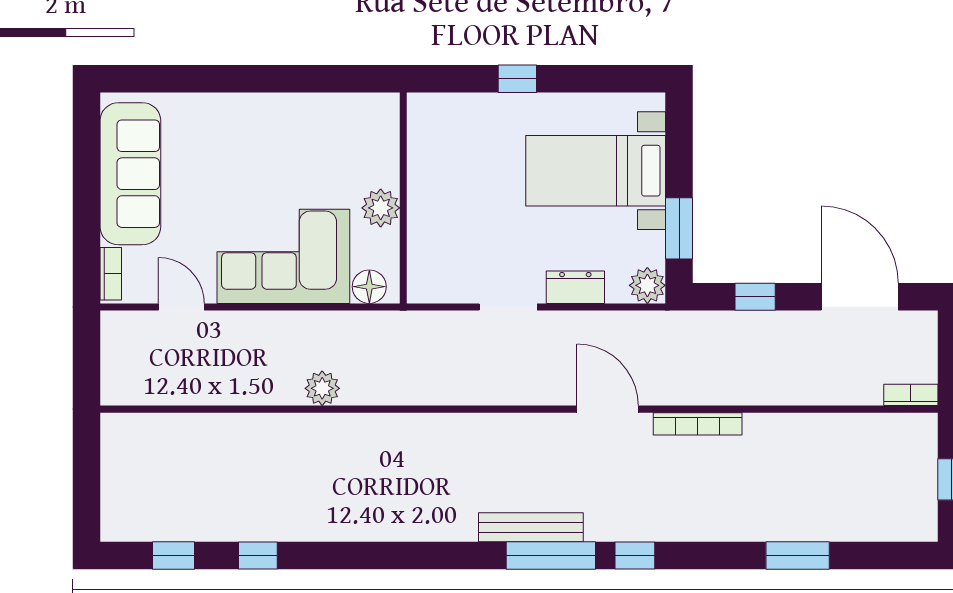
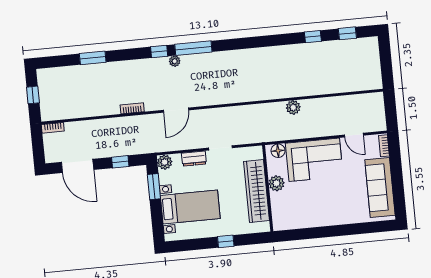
wardrobe: (431, 194) -> (256, 191), added
door: (608, 409) -> (176, 110), hinge flipped
bookcase: (698, 424) -> (132, 108), width x0.64
bench: (531, 527) -> (203, 59), removed
plant: (600, 528) -> (175, 61), added

